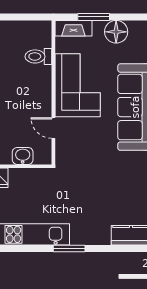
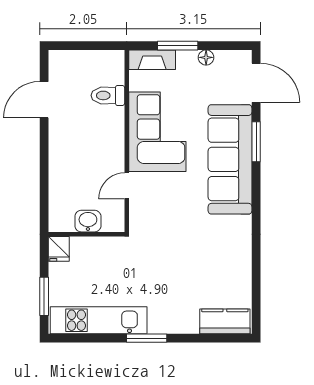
floor lamp: (116, 32) -> (206, 57), width x0.53, depth x0.53
door: (53, 128) -> (127, 186), hinge flipped

